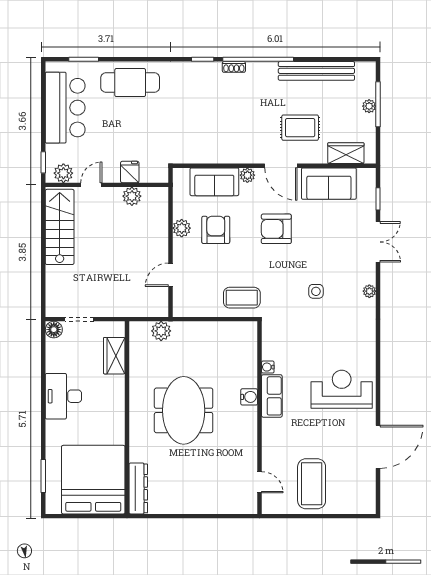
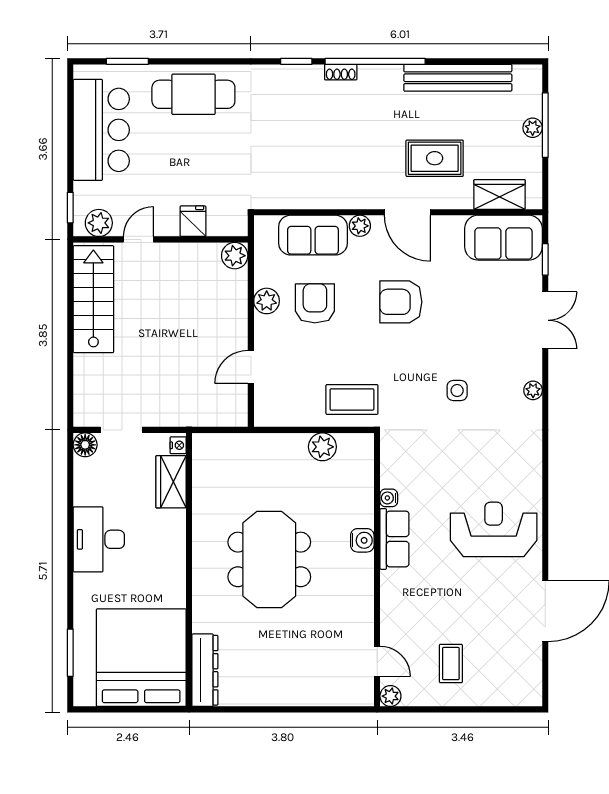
sofa: (329, 184) -> (503, 238), moved
plant: (132, 196) -> (235, 256), moved
nightstand: (119, 330) -> (178, 445), added
plant: (161, 331) -> (322, 447), moved
coffee table: (312, 484) -> (451, 664), width x0.54, depth x0.58
plant: (269, 507) -> (390, 696), added

